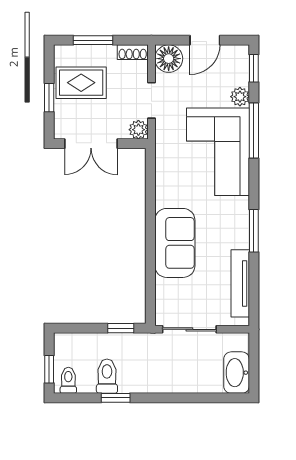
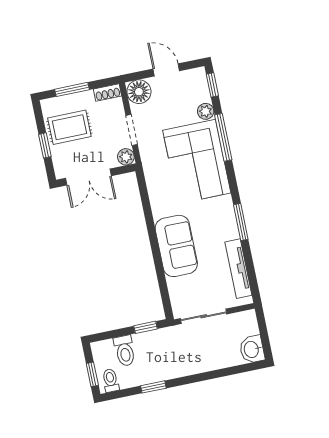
door: (205, 40) -> (166, 70), swing flipped
washbasin: (237, 373) -> (252, 349), width x0.72
toilet: (107, 376) -> (125, 351), moved, turned 180

